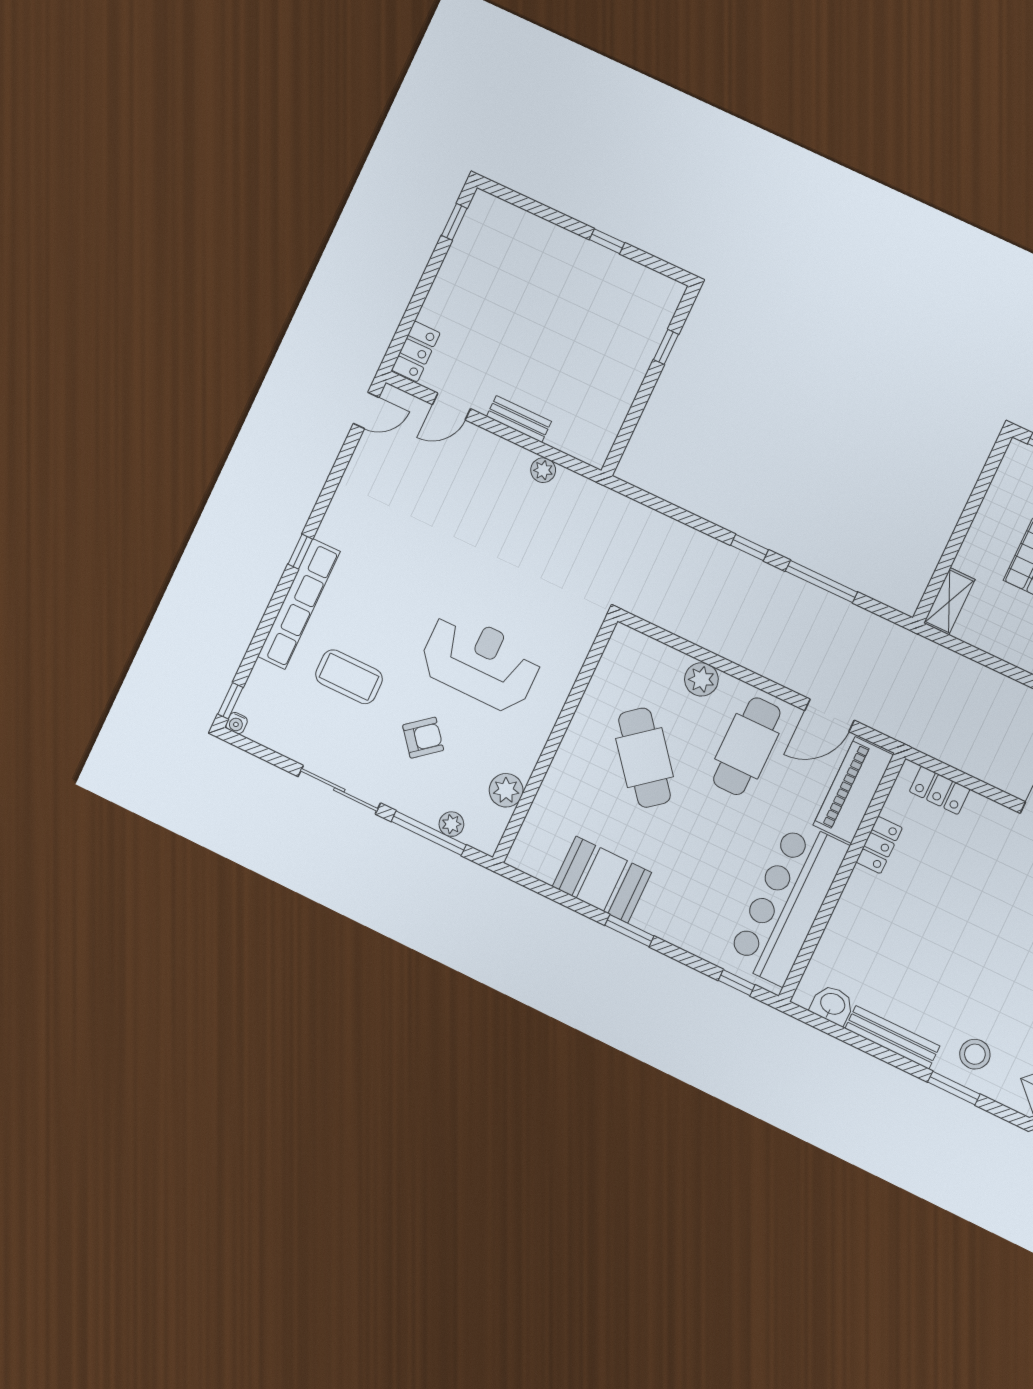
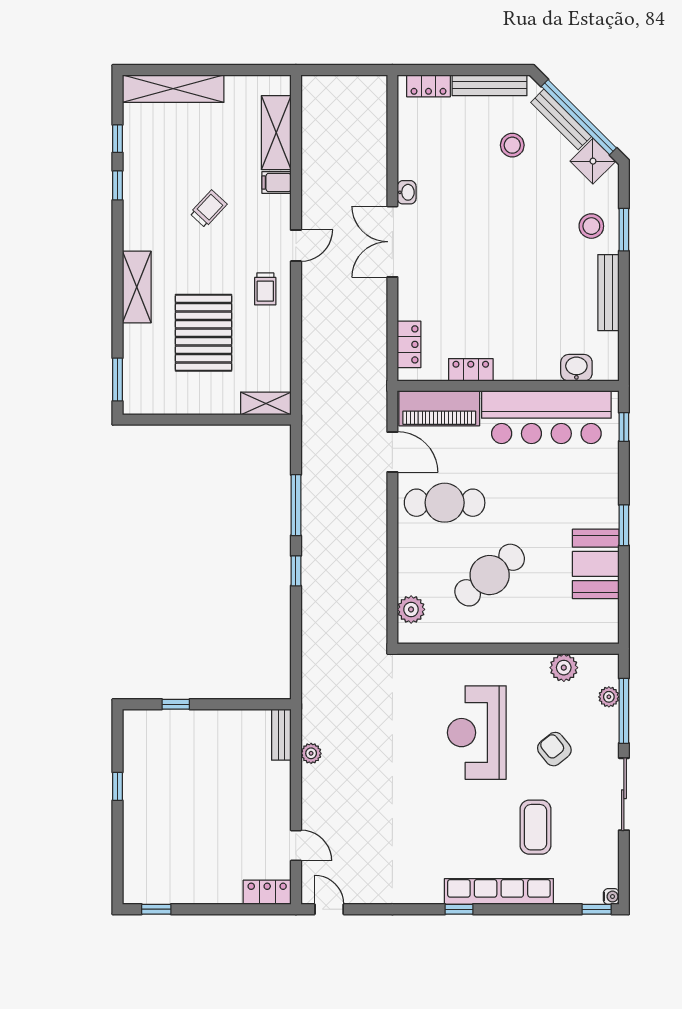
bench: (519, 419) -> (281, 735), moved
plant: (701, 679) -> (411, 609), moved
washbasin: (832, 1005) -> (576, 368), moved, turned 90

